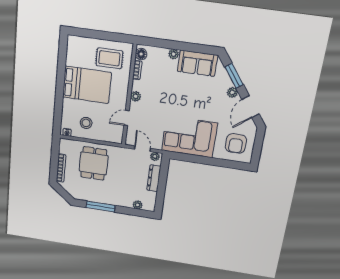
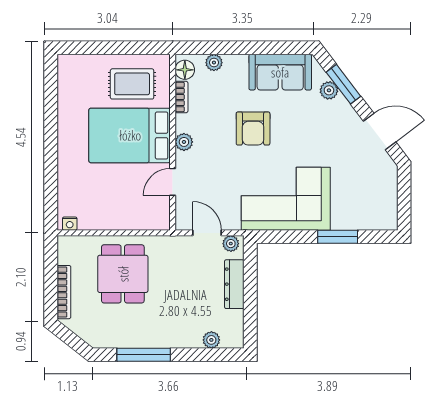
plant: (174, 54) -> (214, 63), moved
bed: (87, 85) -> (130, 135), moved, turned 180
plant: (232, 92) -> (329, 90), moved
door: (251, 107) -> (380, 132), swing flipped
stool: (86, 123) -> (102, 201), removed
armchair: (236, 143) -> (253, 128), moved
window: (216, 162) -> (338, 237), added

